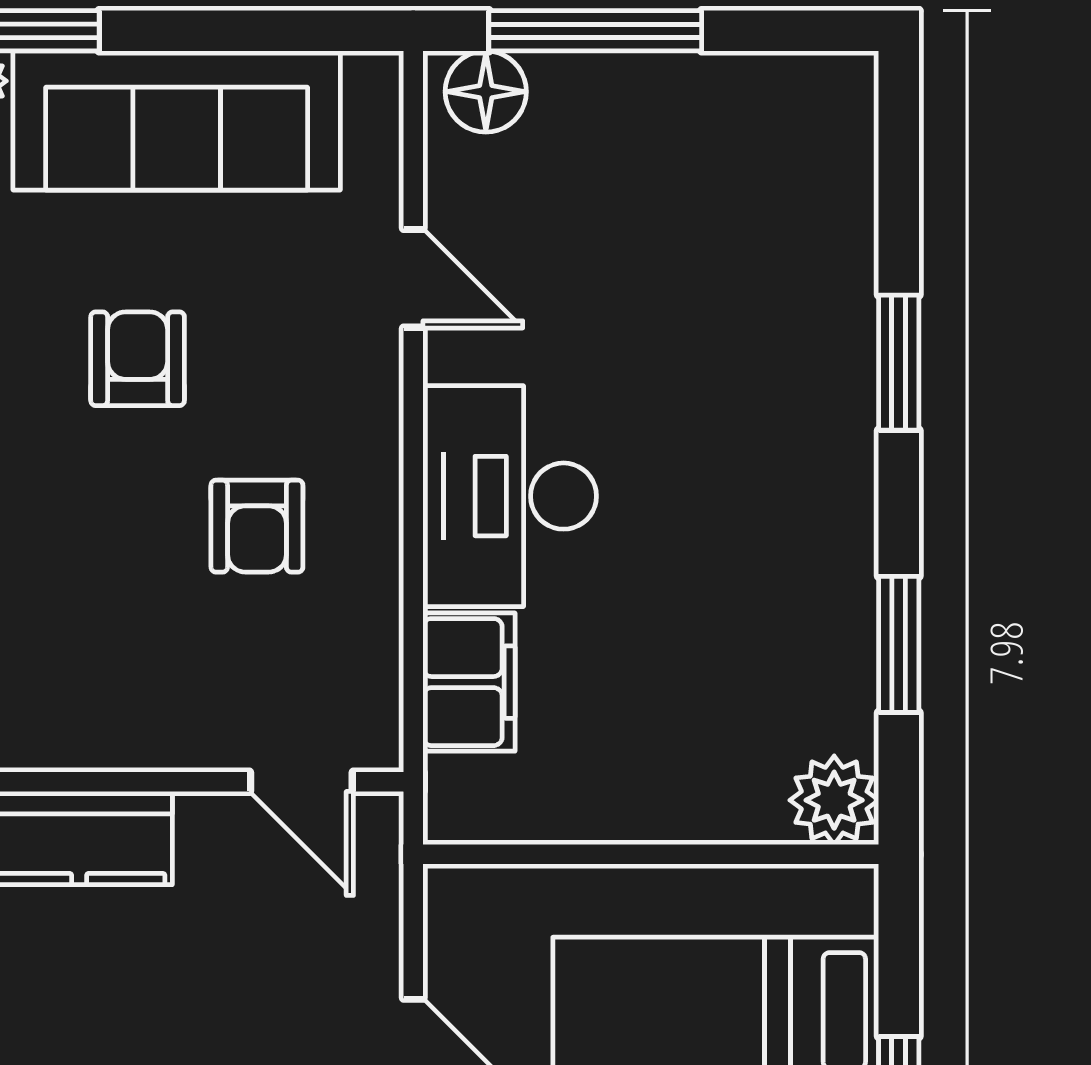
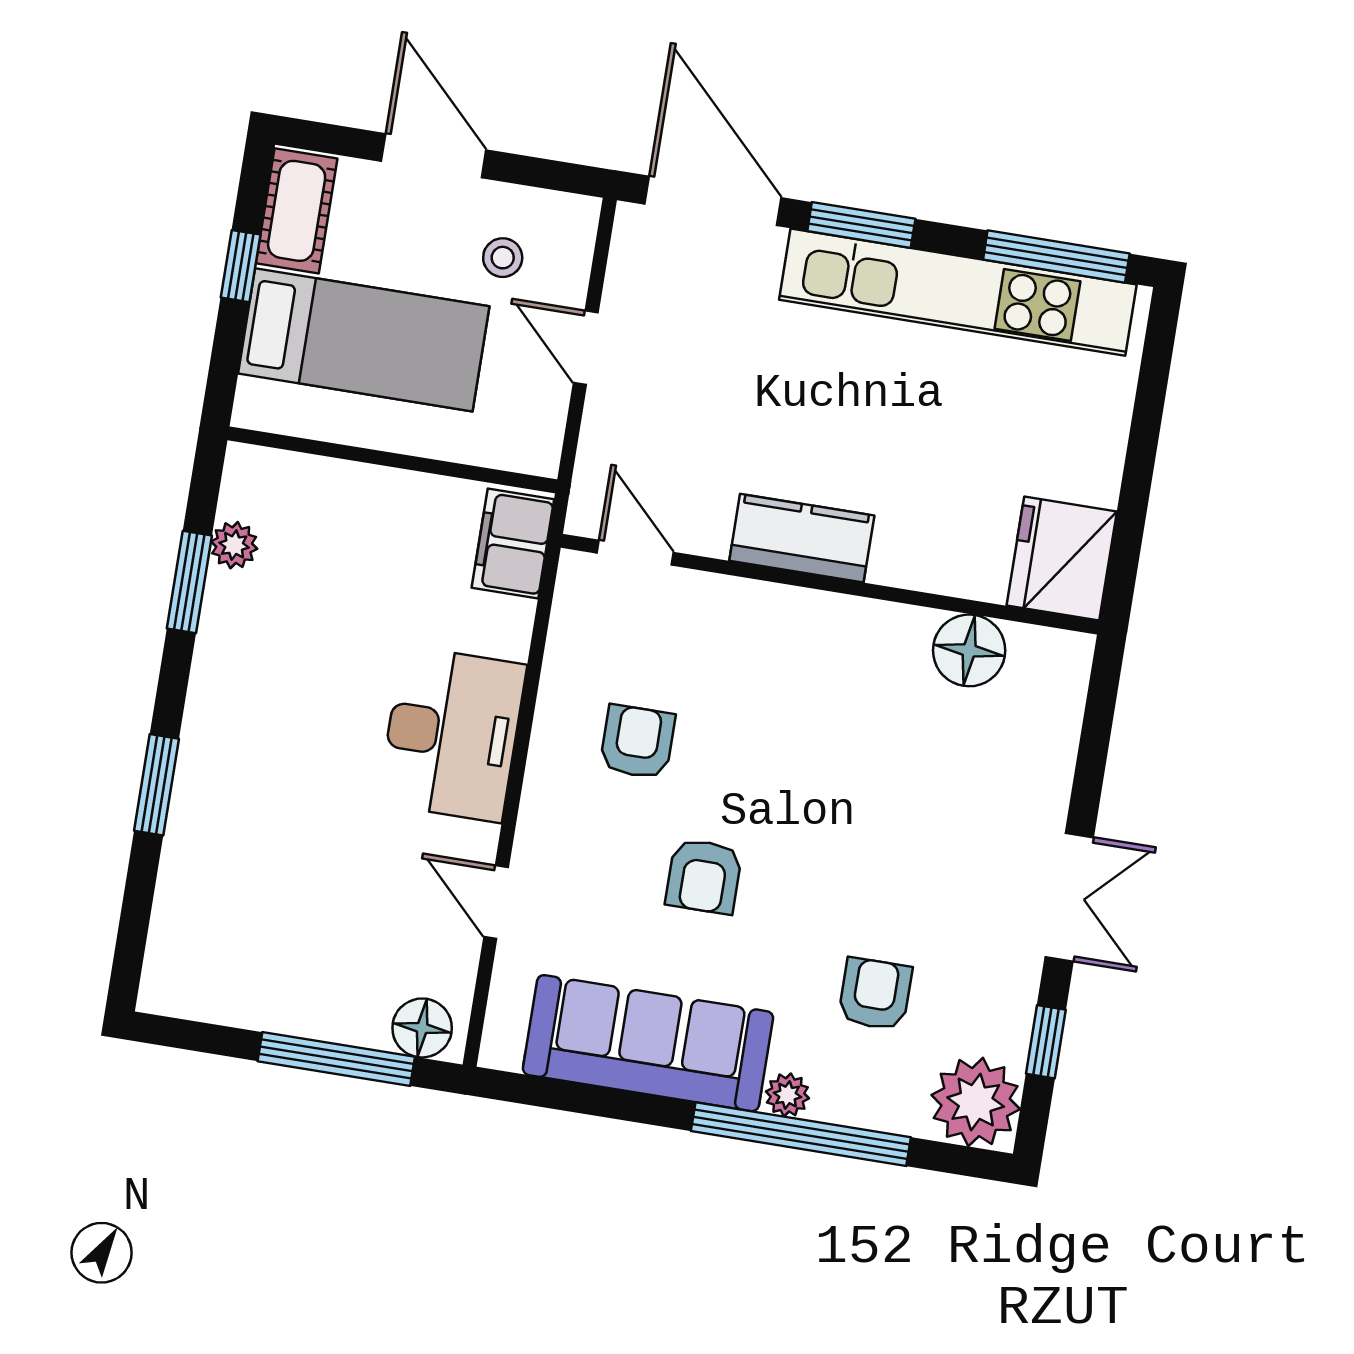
filing cabinet: (469, 682) -> (513, 544), moved
plant: (834, 800) -> (234, 545), moved, width x0.73, depth x0.73

